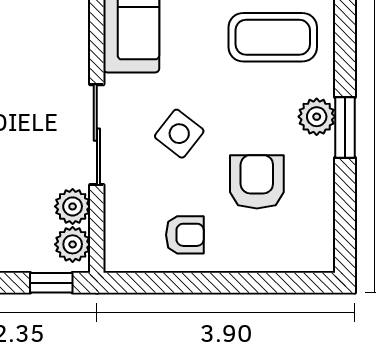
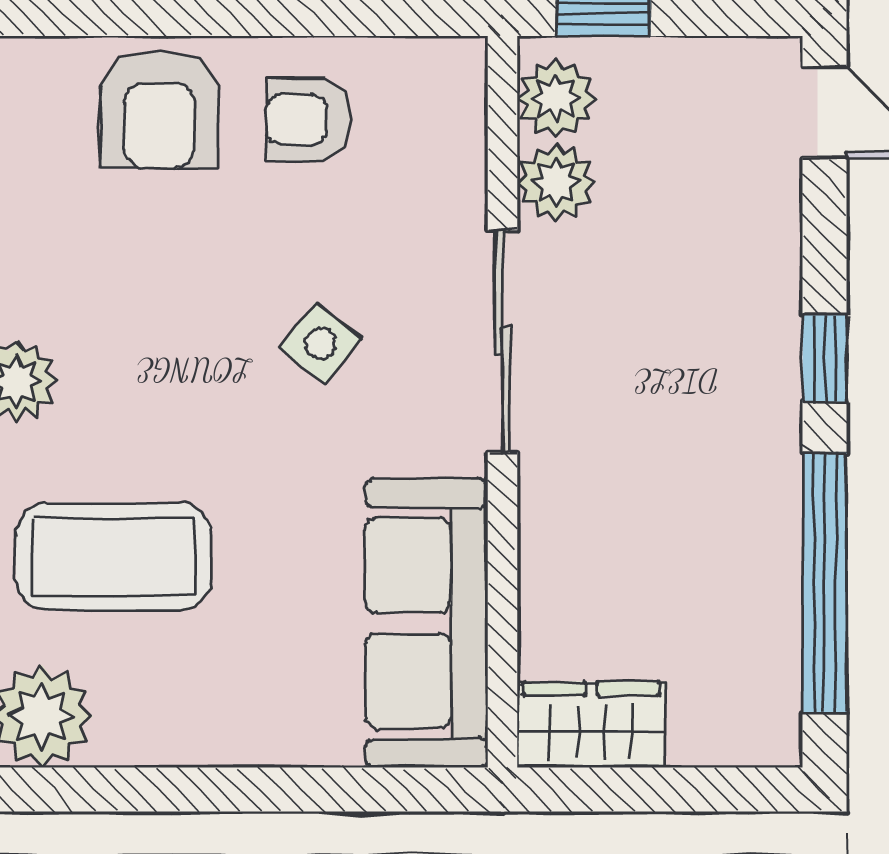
side table: (179, 134) -> (320, 344), width x0.73, depth x0.73
armchair: (257, 182) -> (159, 109), moved

